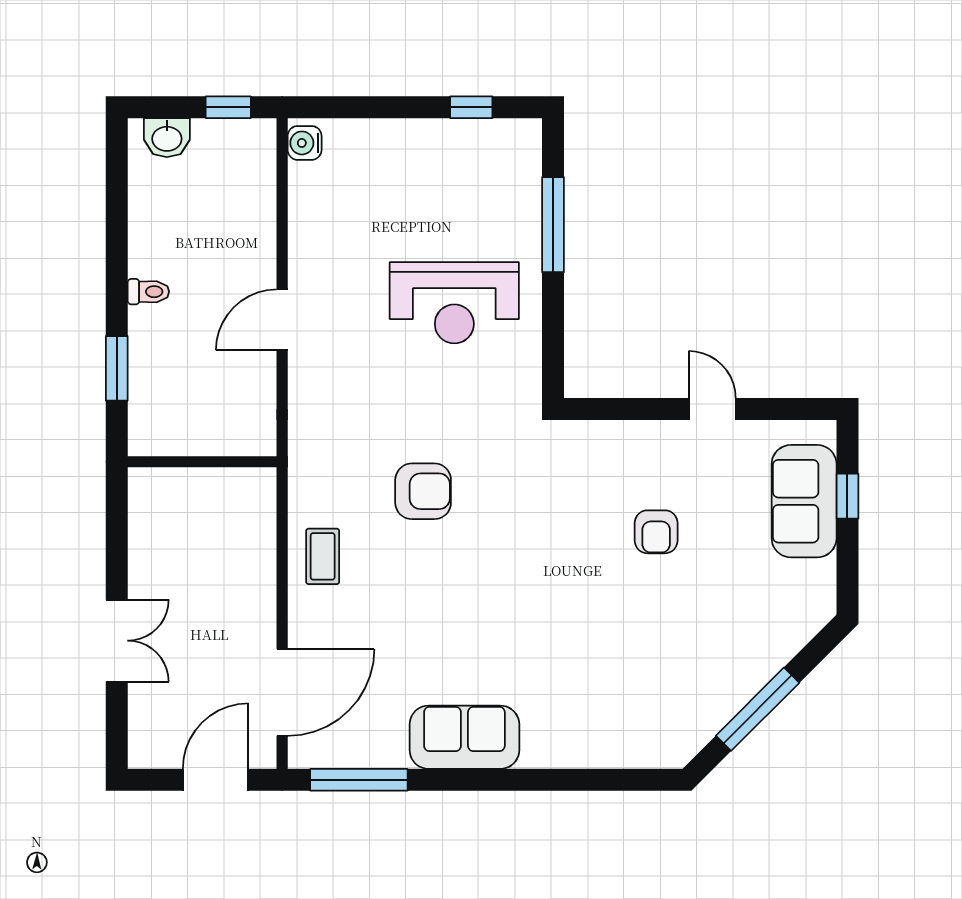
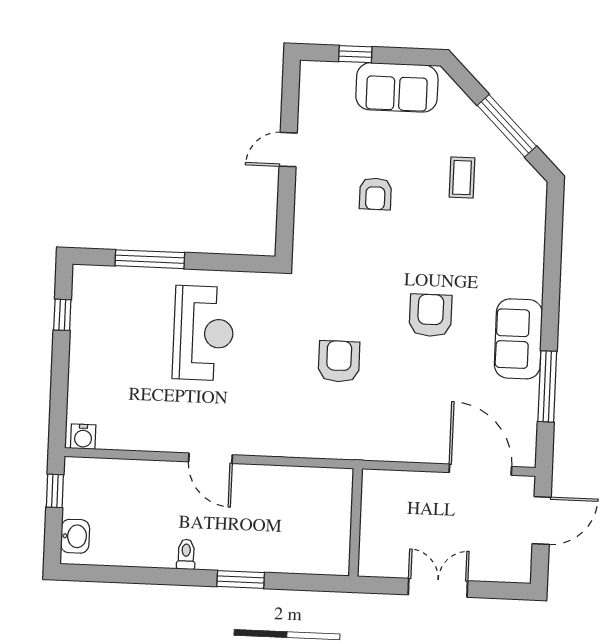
wall: (202, 462) -> (356, 522), moved
sofa: (804, 501) -> (397, 87), moved
armchair: (656, 532) -> (375, 194), turned 90
coffee table: (323, 556) -> (462, 178), moved, turned 90
armchair: (492, 615) -> (431, 315), added
door: (216, 780) -> (542, 520), swing flipped
window: (359, 780) -> (547, 386), moved

